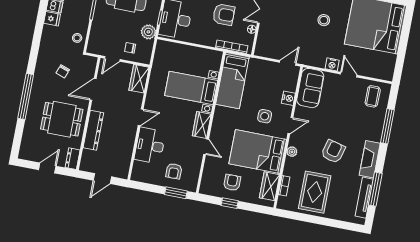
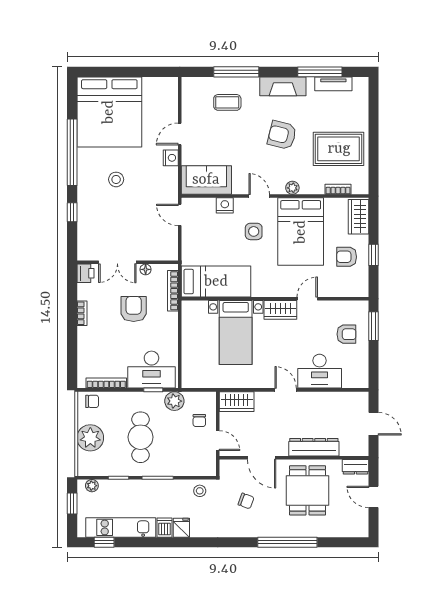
coffee table: (373, 96) -> (227, 102), moved
wardrobe: (270, 186) -> (358, 217), moved, turned 90
tv unit: (364, 198) -> (333, 84), width x0.71

